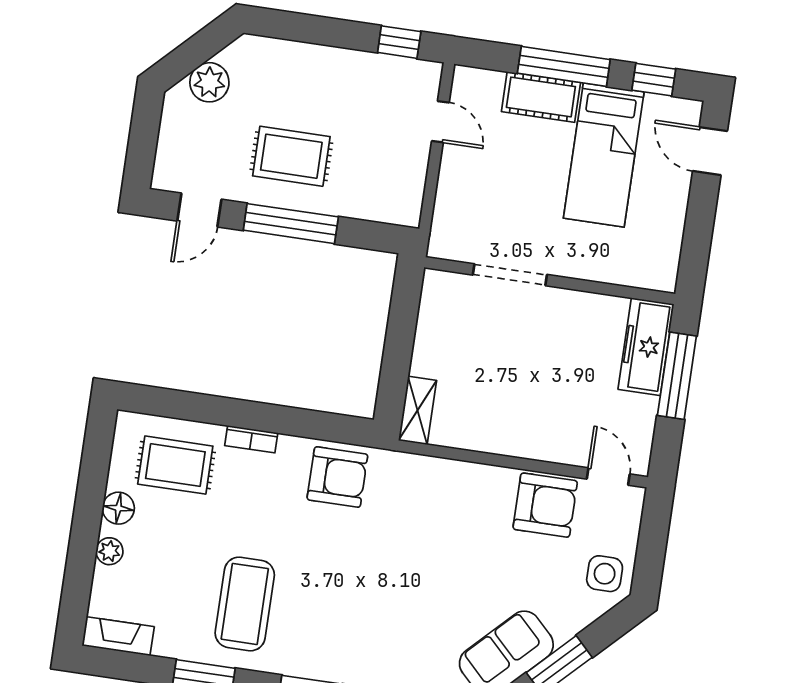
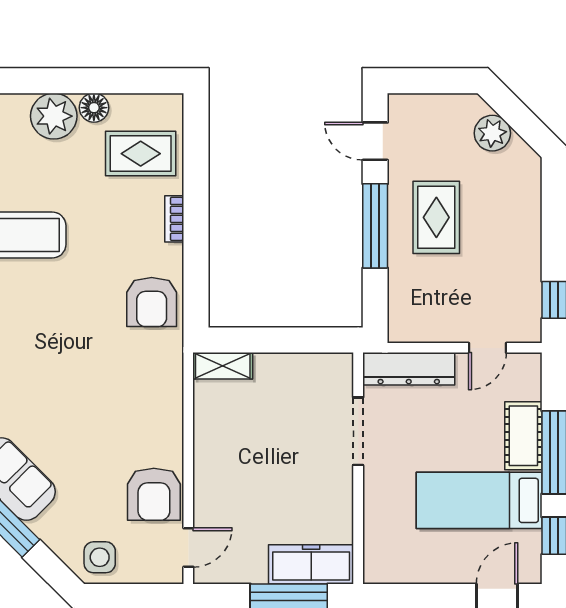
dresser: (450, 210) -> (409, 369), added
rug: (175, 465) -> (141, 154), turned 90
plant: (109, 551) -> (54, 116), width x1.88, depth x1.88

